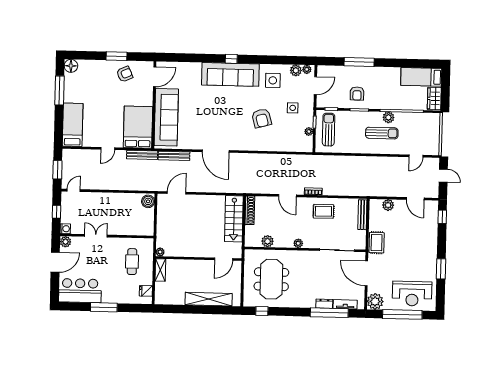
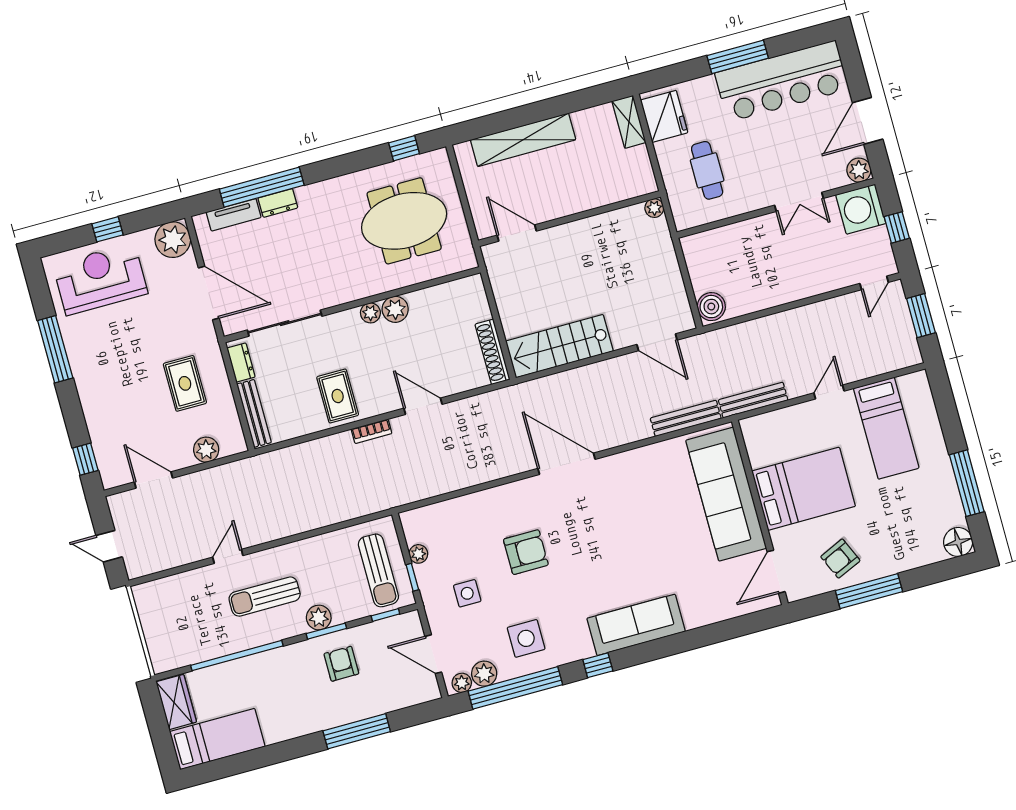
window: (116, 56) -> (869, 591), width x1.44
window: (231, 59) -> (598, 665), moved
window: (284, 60) -> (515, 688), added
sofa: (230, 74) -> (636, 625), width x0.74, depth x0.79
door: (315, 86) -> (433, 654), hinge flipped
plant: (388, 117) -> (319, 618), moved
armchair: (262, 118) -> (526, 552), turned 105
bed: (73, 125) -> (886, 428), moved
bed: (138, 127) -> (804, 489), moved, turned -90
door: (216, 151) -> (567, 464), moved
door: (416, 156) -> (228, 556), moved
door: (177, 193) -> (657, 342), hinge flipped
rug: (323, 211) -> (338, 396), turned 90
stairs: (234, 219) -> (559, 346), moved, turned -90
washing machine: (65, 229) -> (861, 209), width x1.89, depth x1.89
dresser: (361, 239) -> (241, 363), added
plant: (268, 241) -> (395, 309), moved
rug: (377, 243) -> (185, 383), moved
door: (224, 259) -> (517, 233), hinge flipped
window: (441, 269) -> (55, 349), width x1.44
shelving: (160, 270) -> (629, 122), moved
meeting table: (271, 279) -> (404, 221), turned 90
bar counter: (80, 291) -> (782, 81), width x1.36
fridge: (146, 291) -> (664, 116), width x1.88, depth x1.34
window: (402, 314) -> (107, 229), width x0.32

